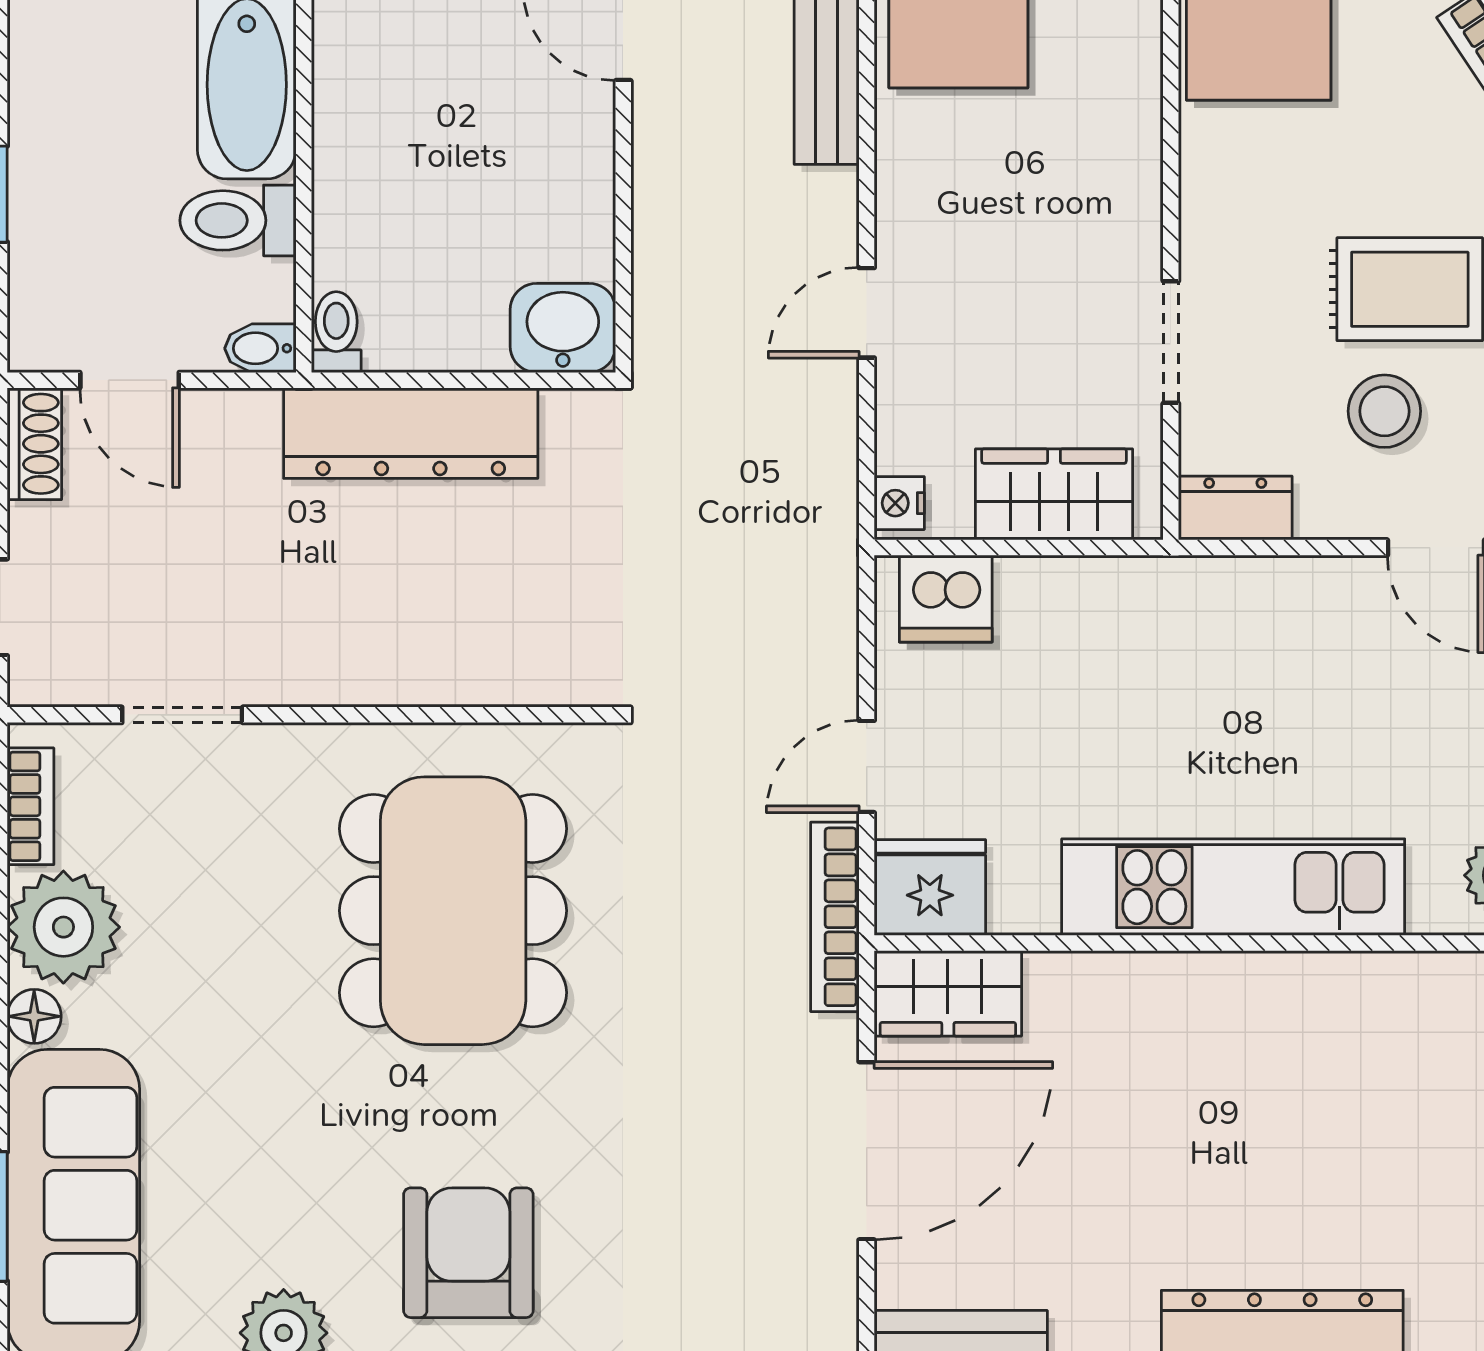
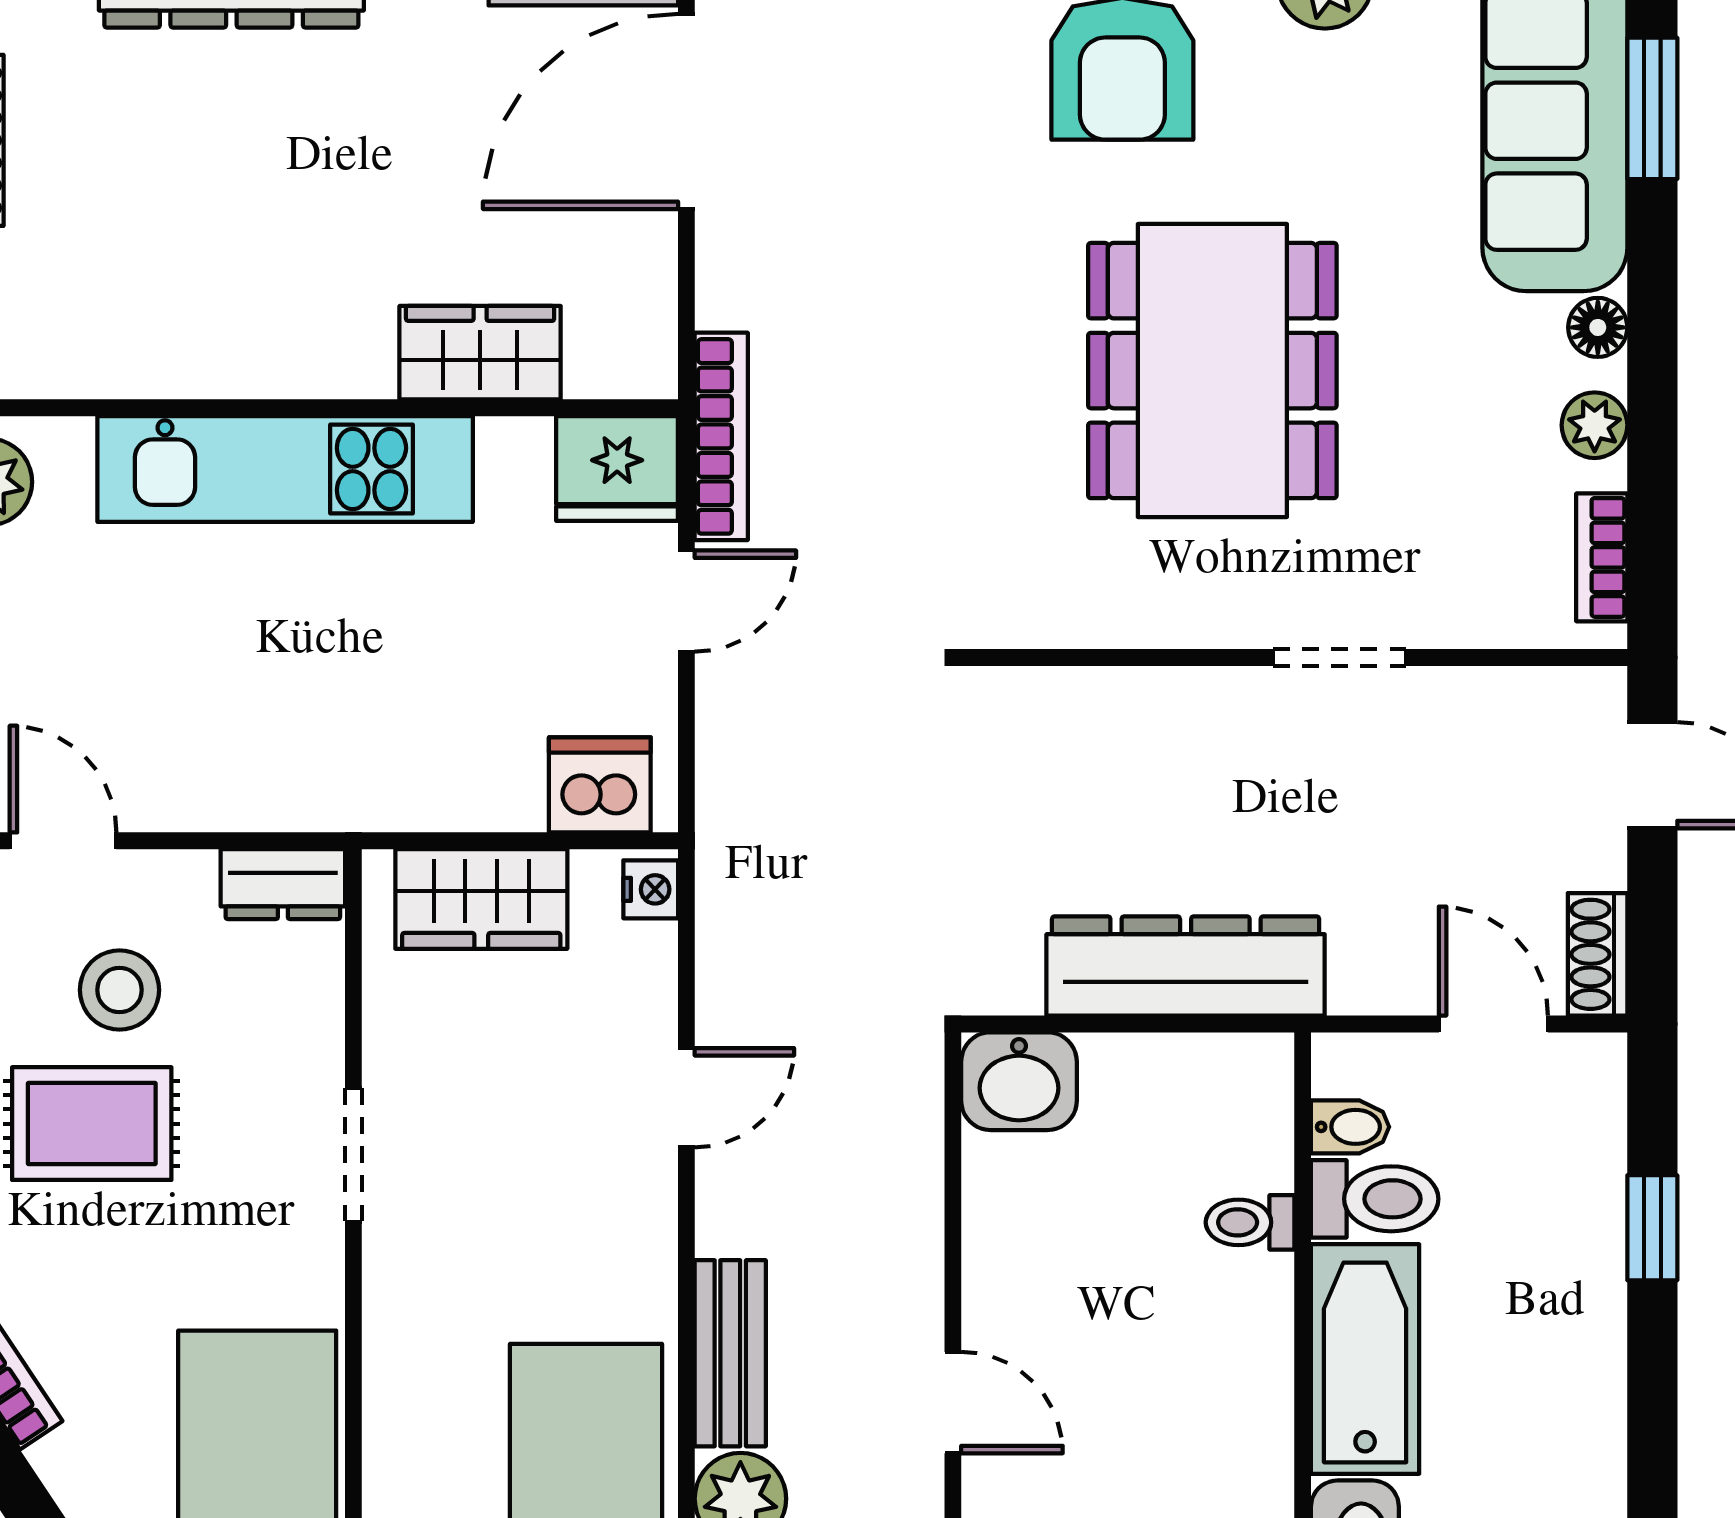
toilet: (336, 332) -> (1250, 1222), moved, turned 90
doorway: (1171, 342) -> (353, 1155), moved
bidet: (260, 348) -> (1350, 1127), moved
doorway: (182, 715) -> (1339, 658), moved
dining table: (453, 911) -> (1212, 371), moved
plant: (63, 927) -> (1595, 425), width x0.53, depth x0.53
wardrobe: (948, 993) -> (480, 353), moved
door: (867, 1151) -> (686, 111), moved

